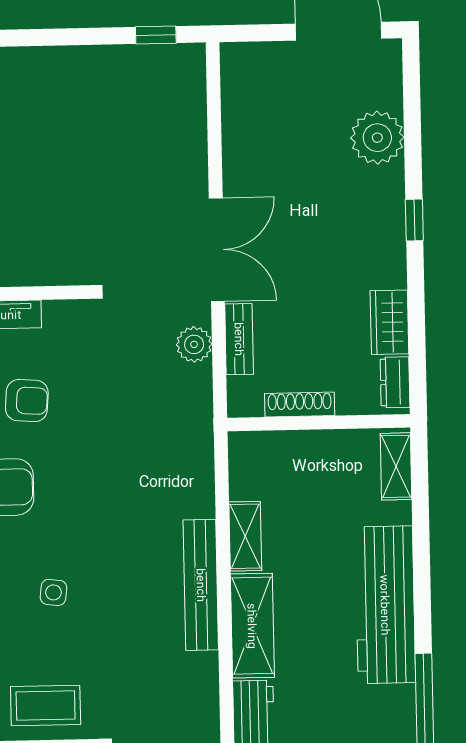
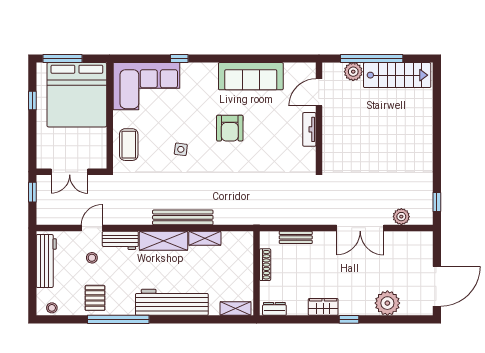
double door: (217, 250) -> (360, 228), moved
wardrobe: (389, 322) -> (323, 307), moved
plant: (194, 344) -> (401, 217), moved
armchair: (27, 401) -> (270, 139), removed

